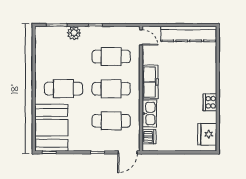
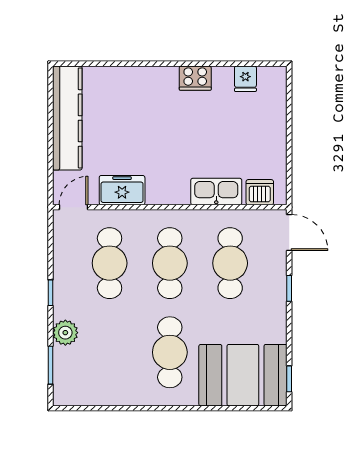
freezer: (150, 82) -> (122, 190), moved, width x0.71
fridge: (207, 134) -> (245, 79), width x0.53, depth x0.75

